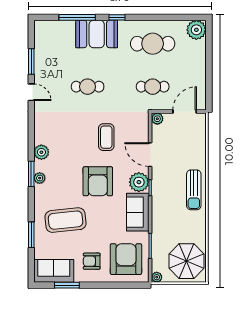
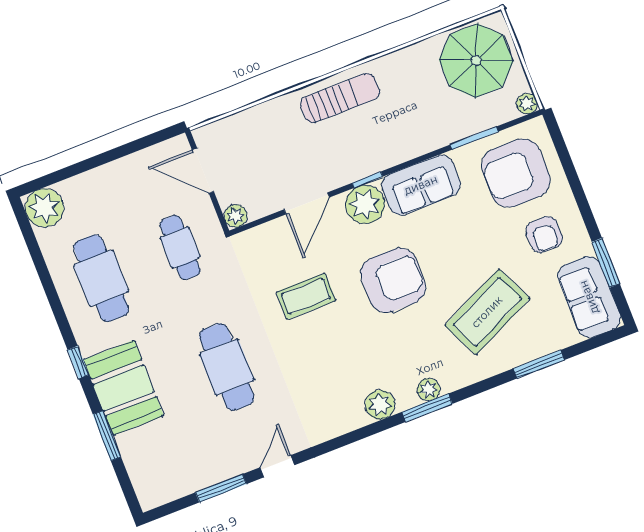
window: (77, 17) -> (107, 436), width x0.69
cafe table: (88, 87) -> (227, 367), width x1.37, depth x1.35
coffee table: (66, 220) -> (487, 312), turned 71

